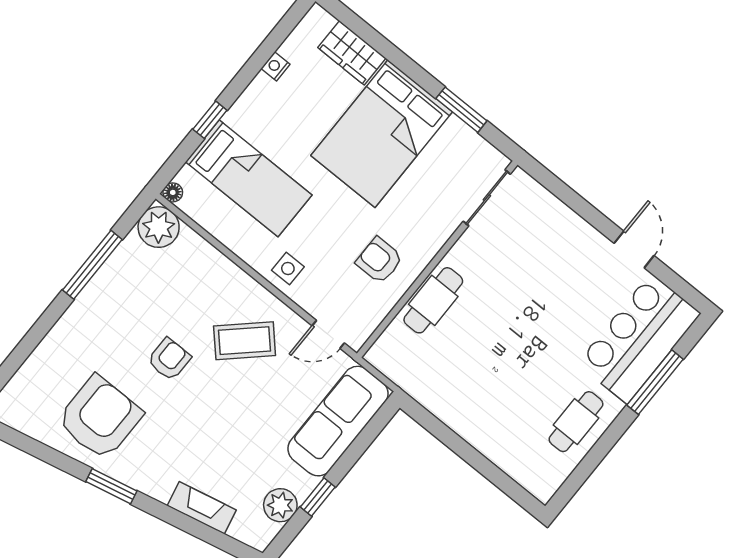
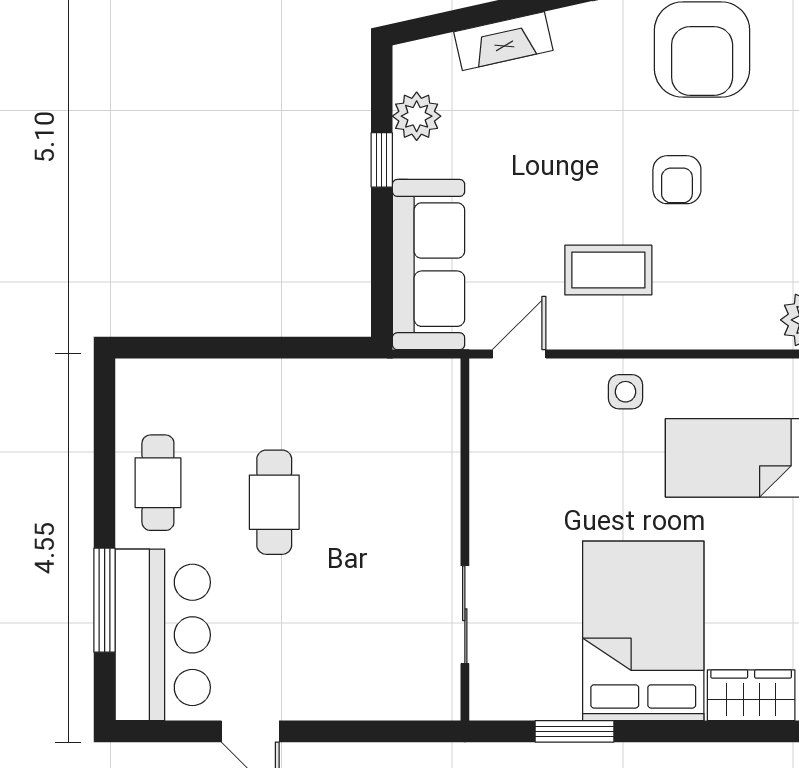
sliding door: (487, 198) -> (465, 615), moved
armchair: (379, 260) -> (529, 485), removed
cafe table: (433, 300) -> (274, 502), moved
coffee table: (245, 341) -> (608, 270), turned 43

